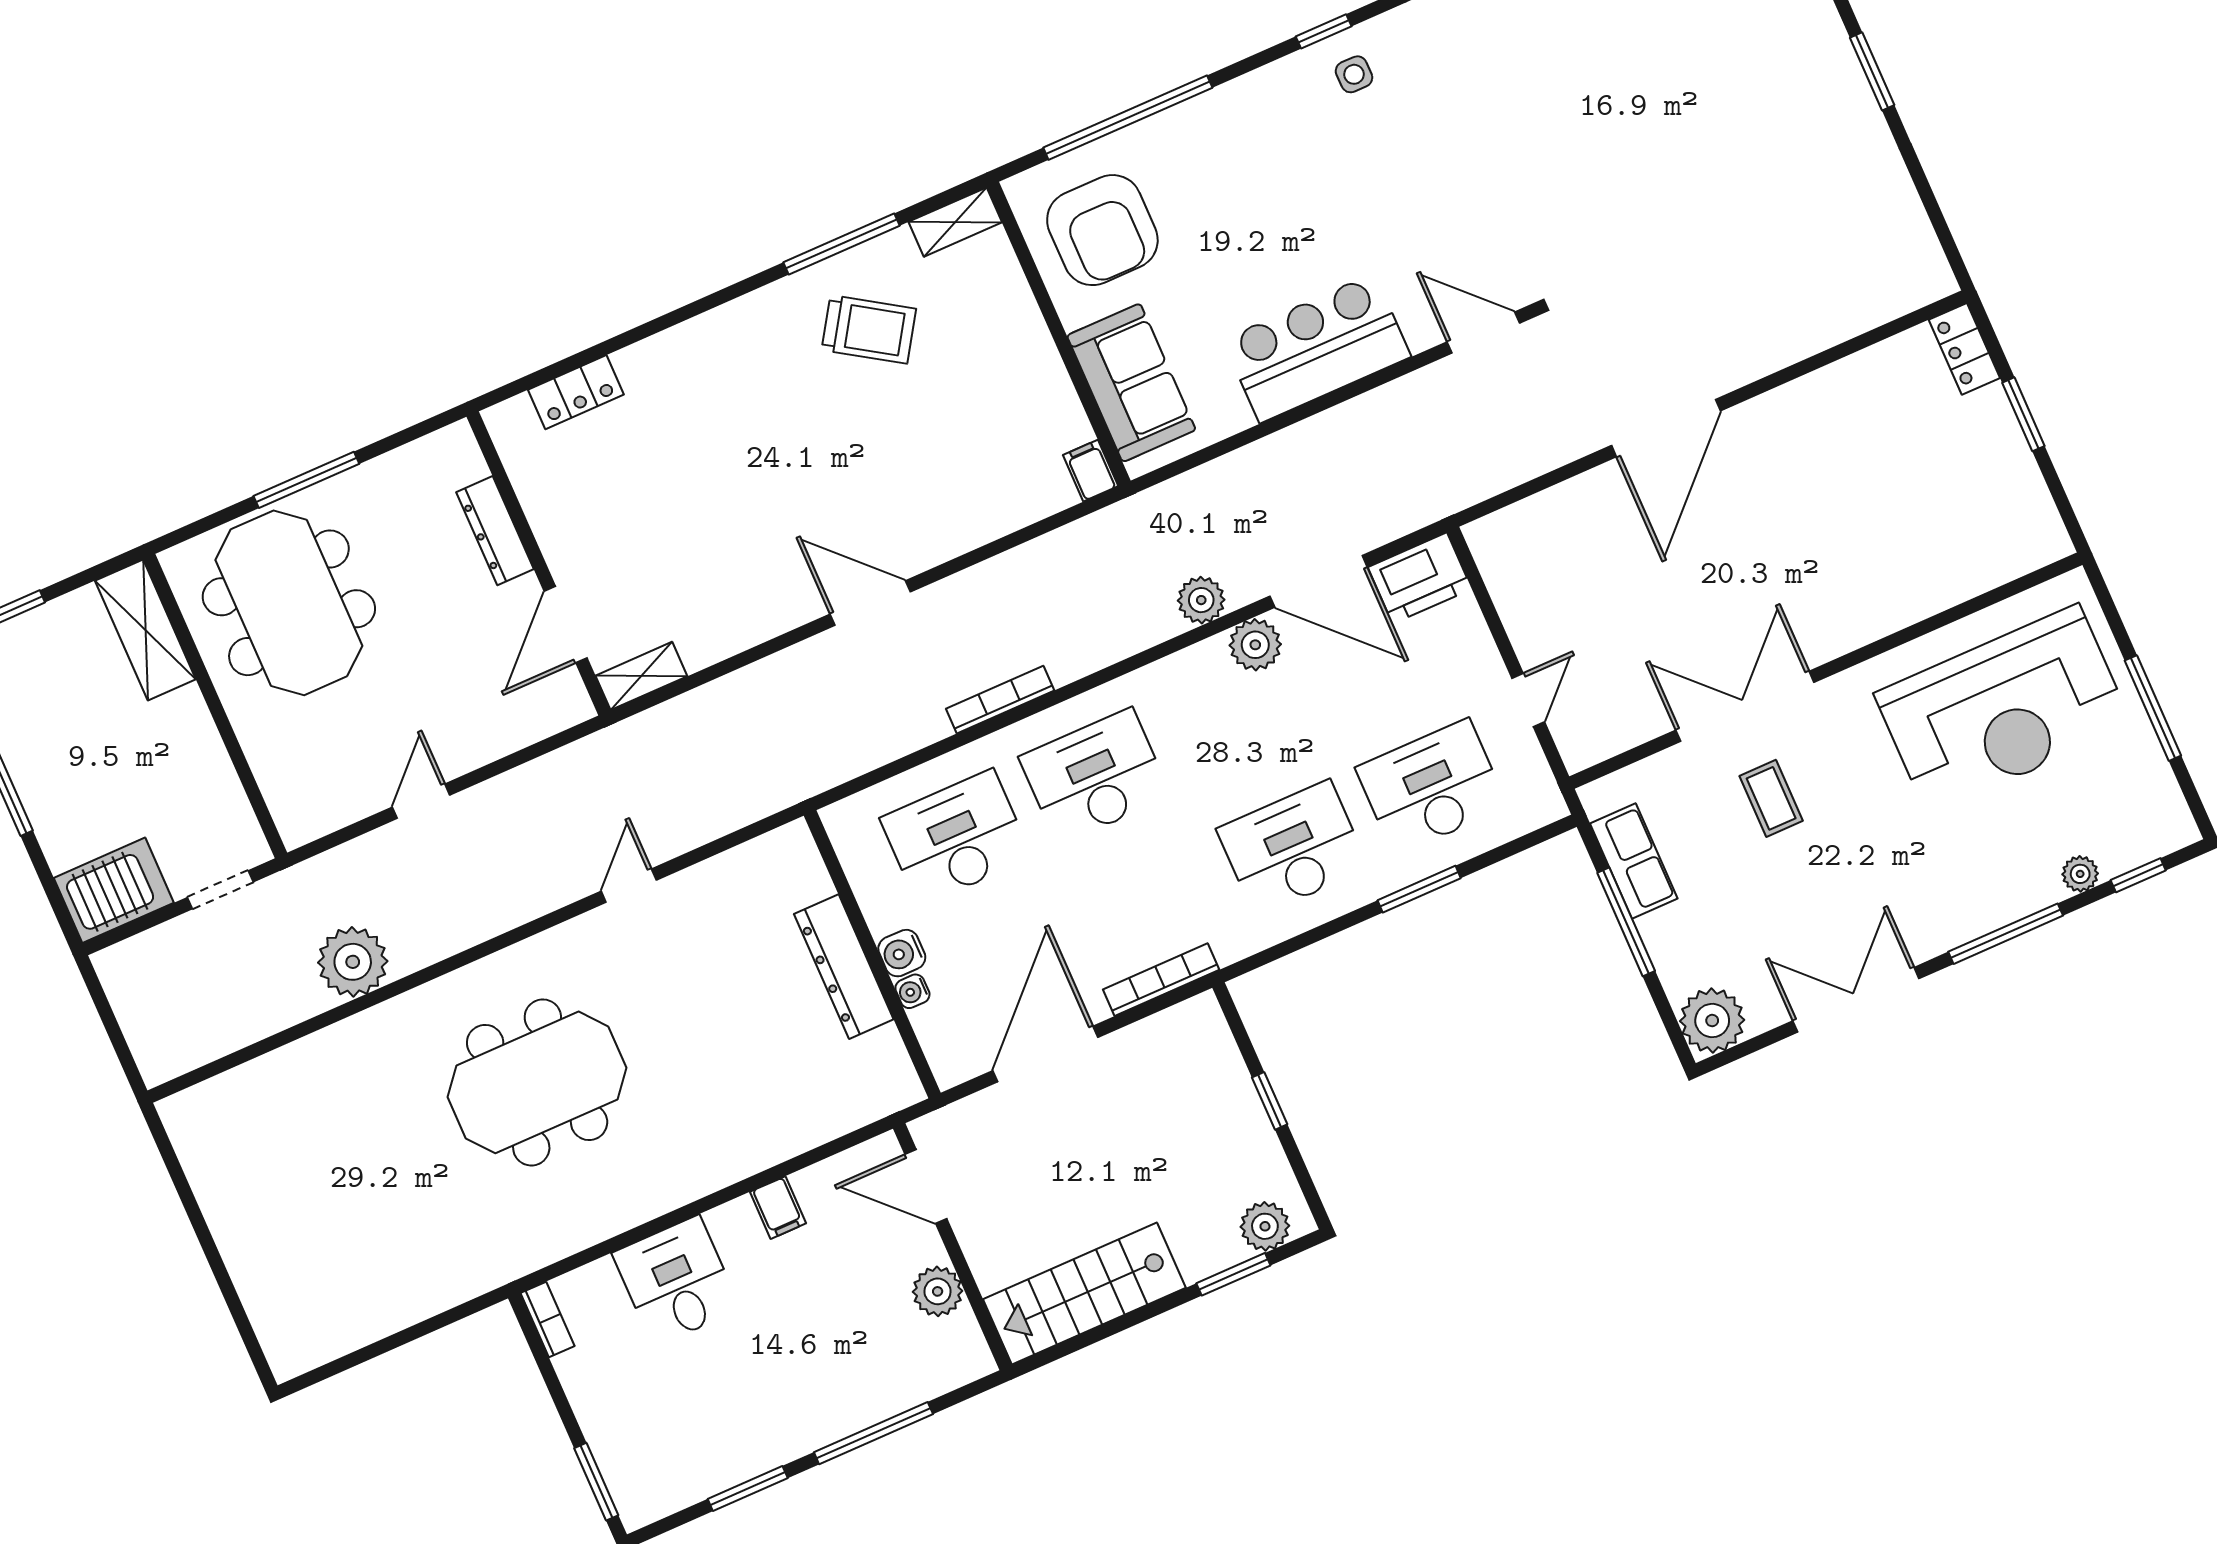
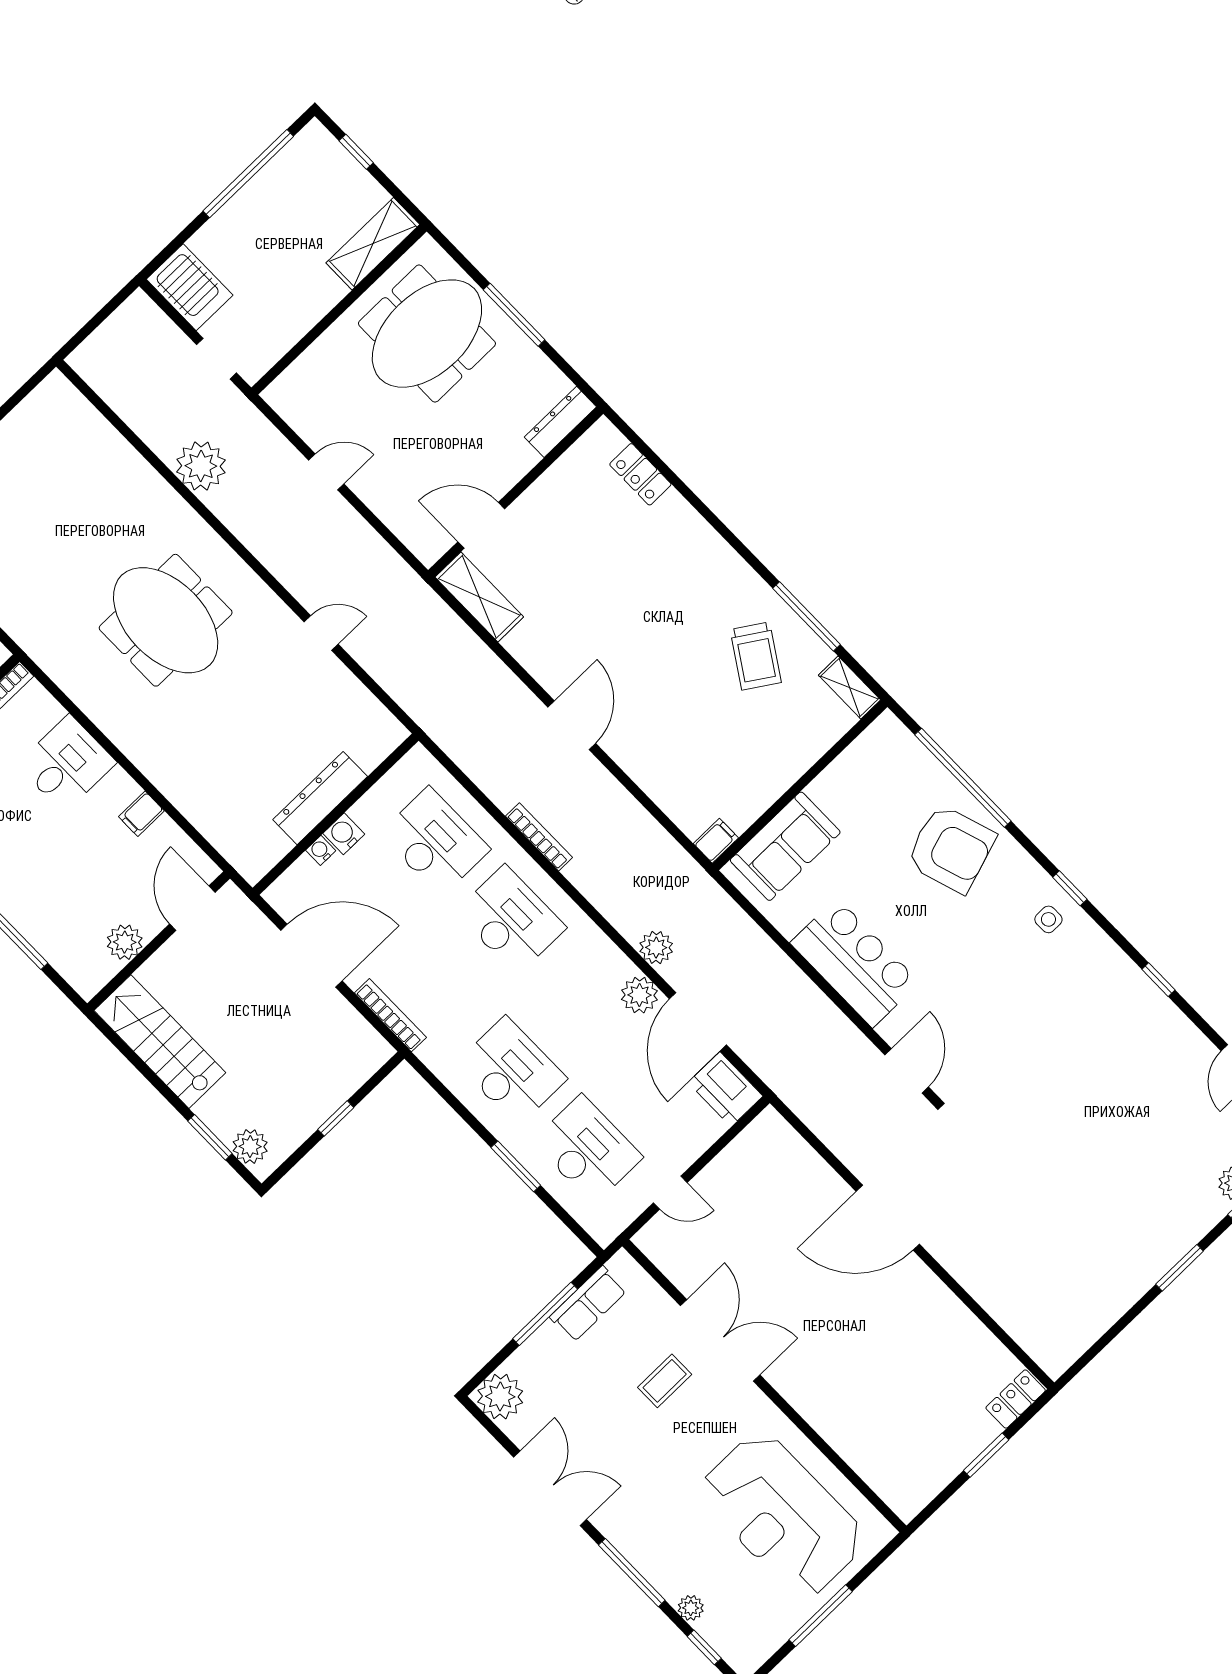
armchair: (1102, 230) -> (951, 849), moved, turned -108
dresser: (495, 531) -> (560, 422), moved
shelving: (641, 676) -> (479, 597), width x1.50, depth x1.33

